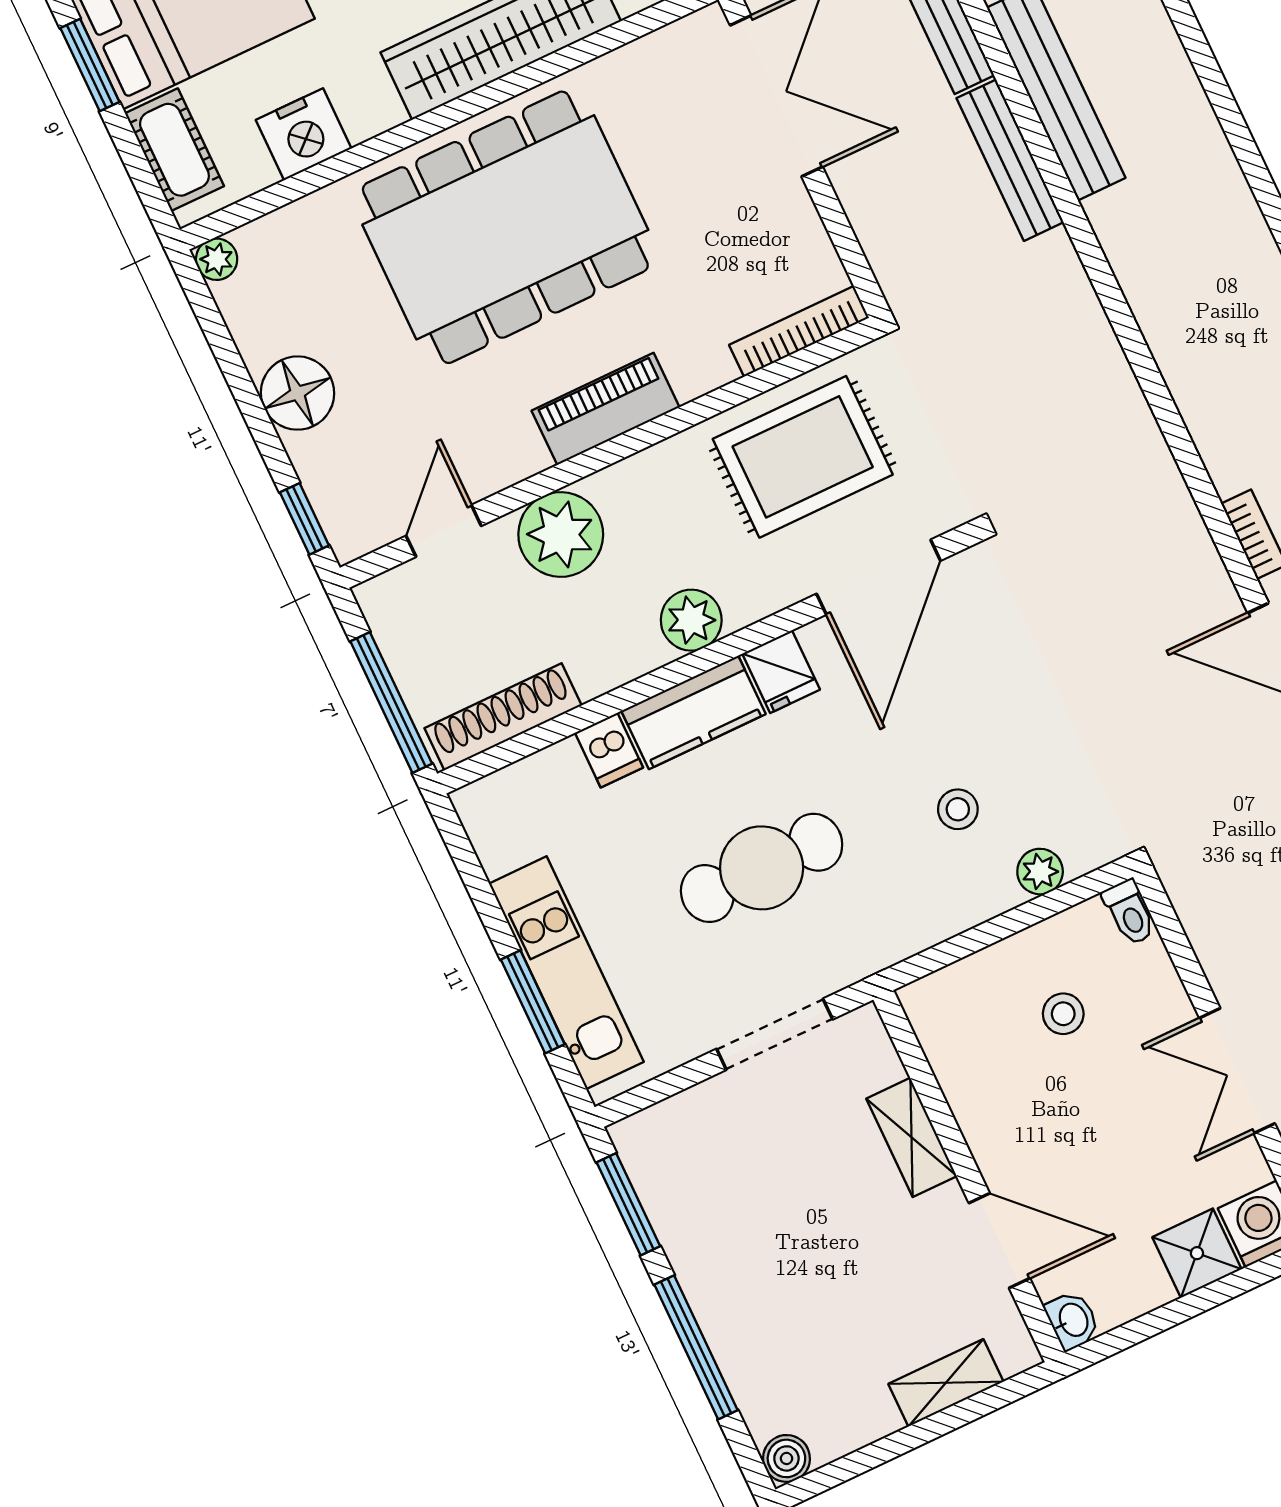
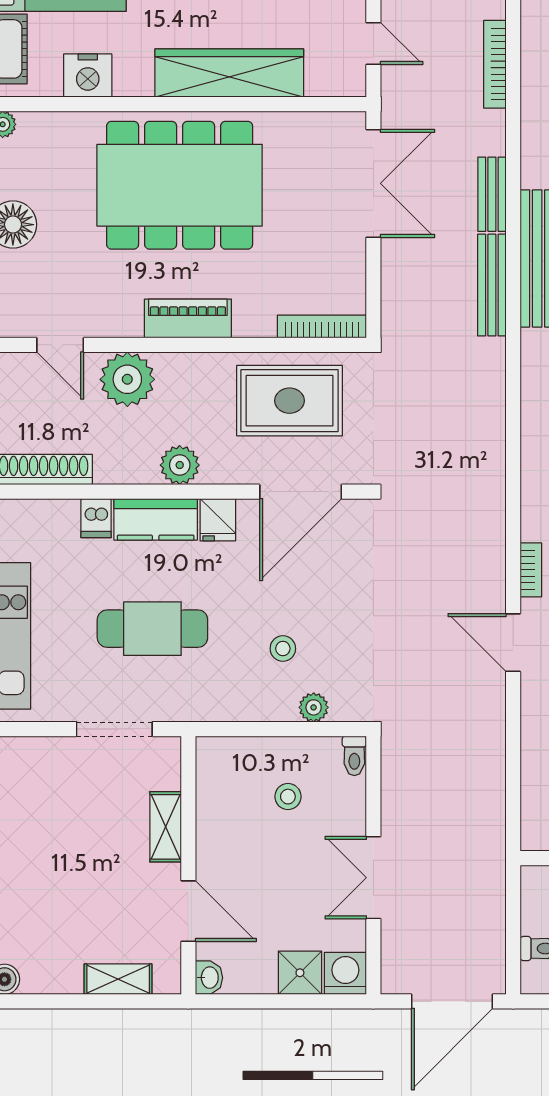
door: (444, 531) -> (60, 345), swing flipped

